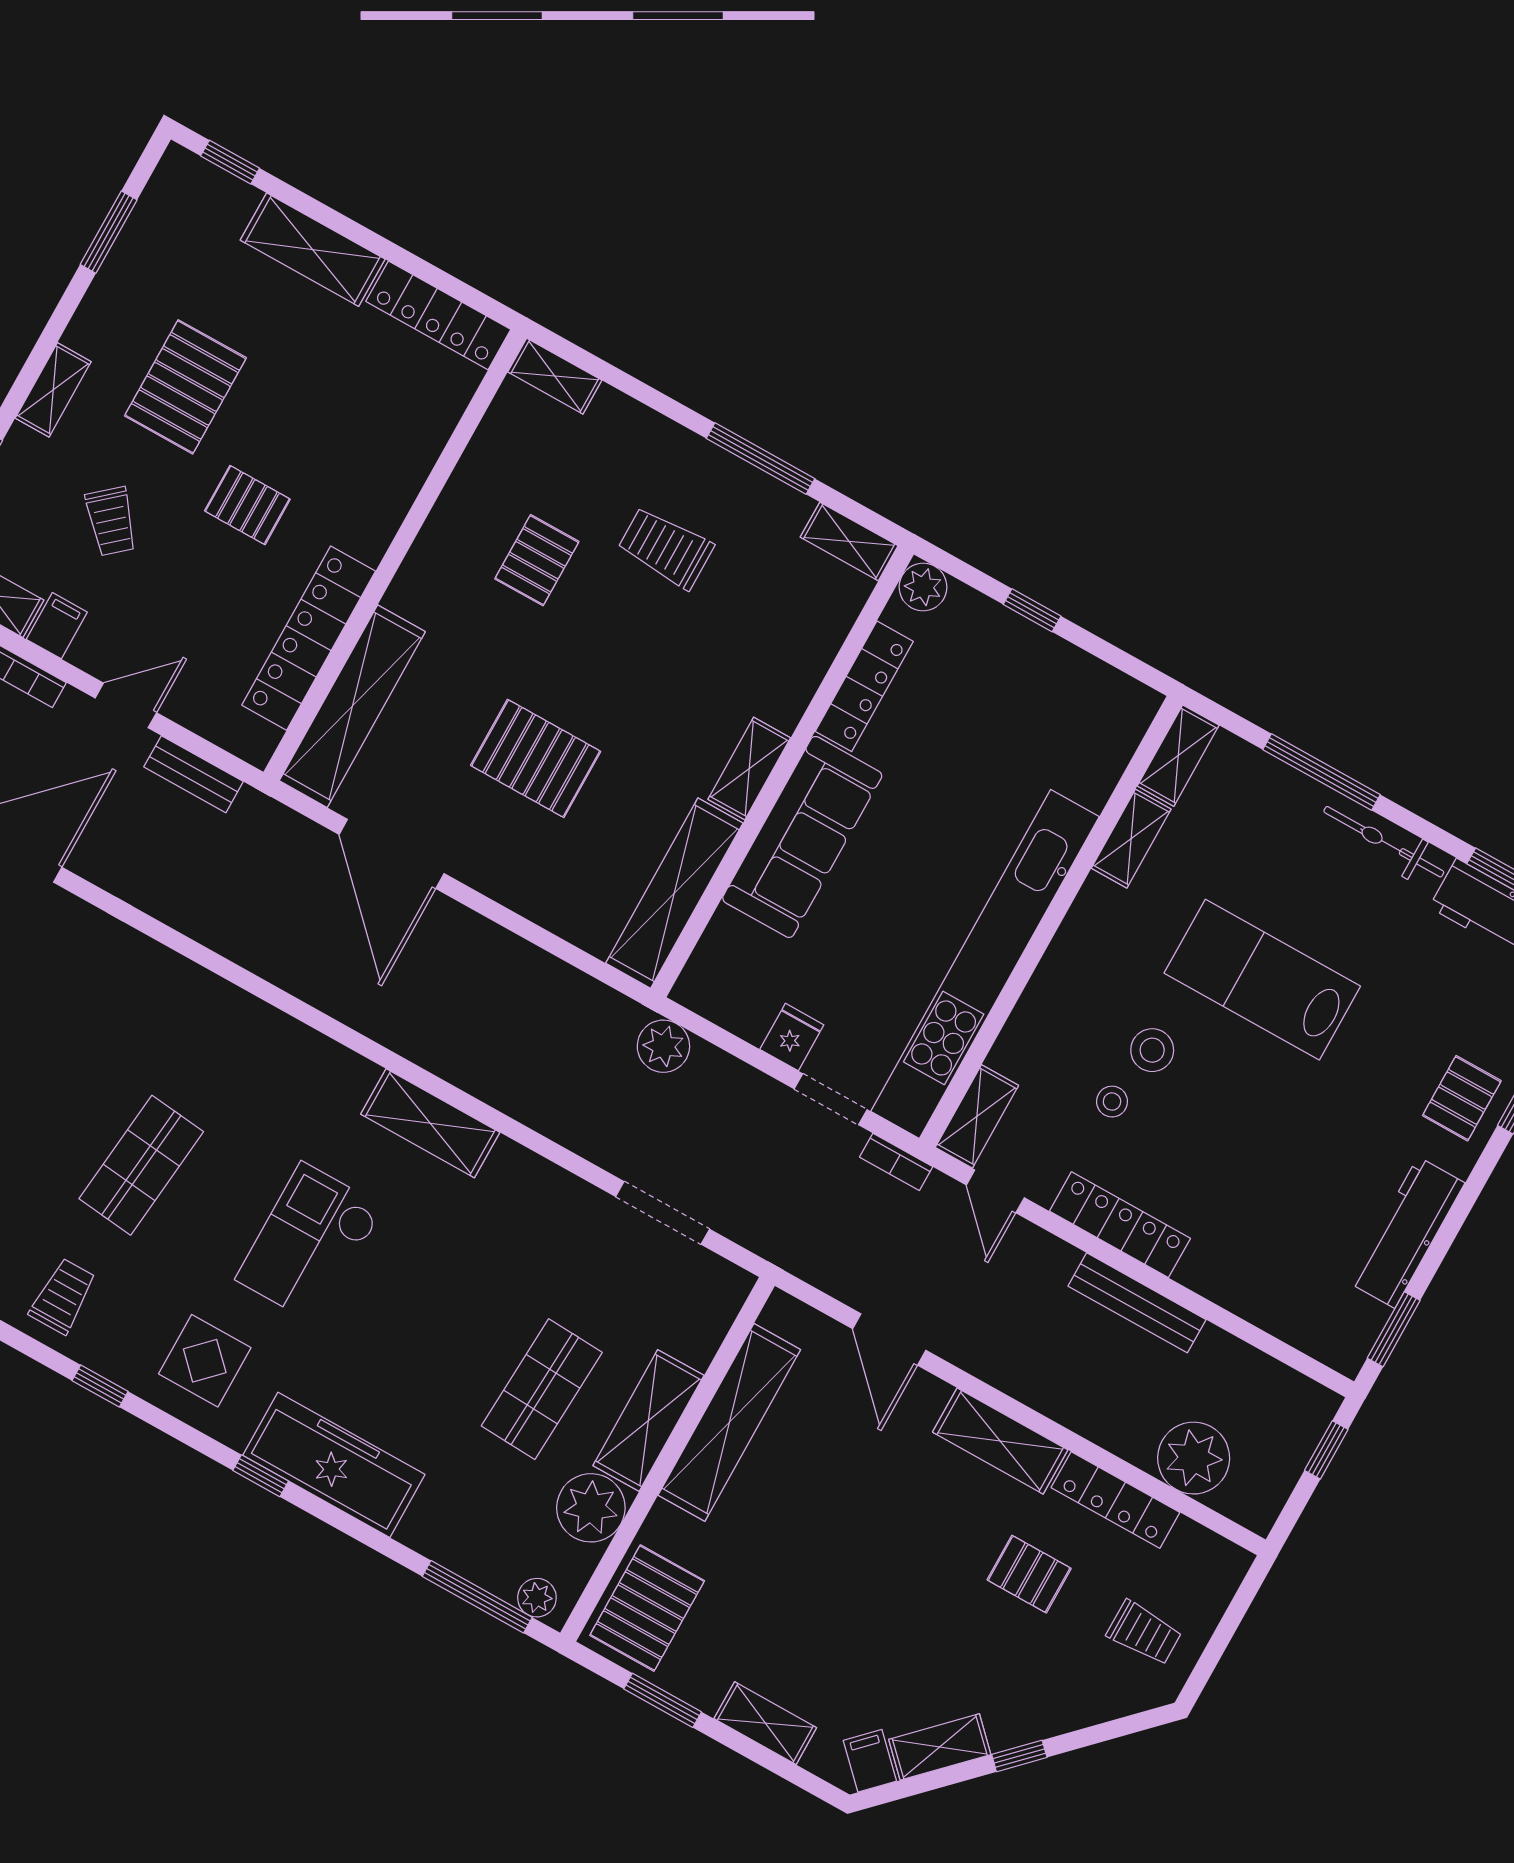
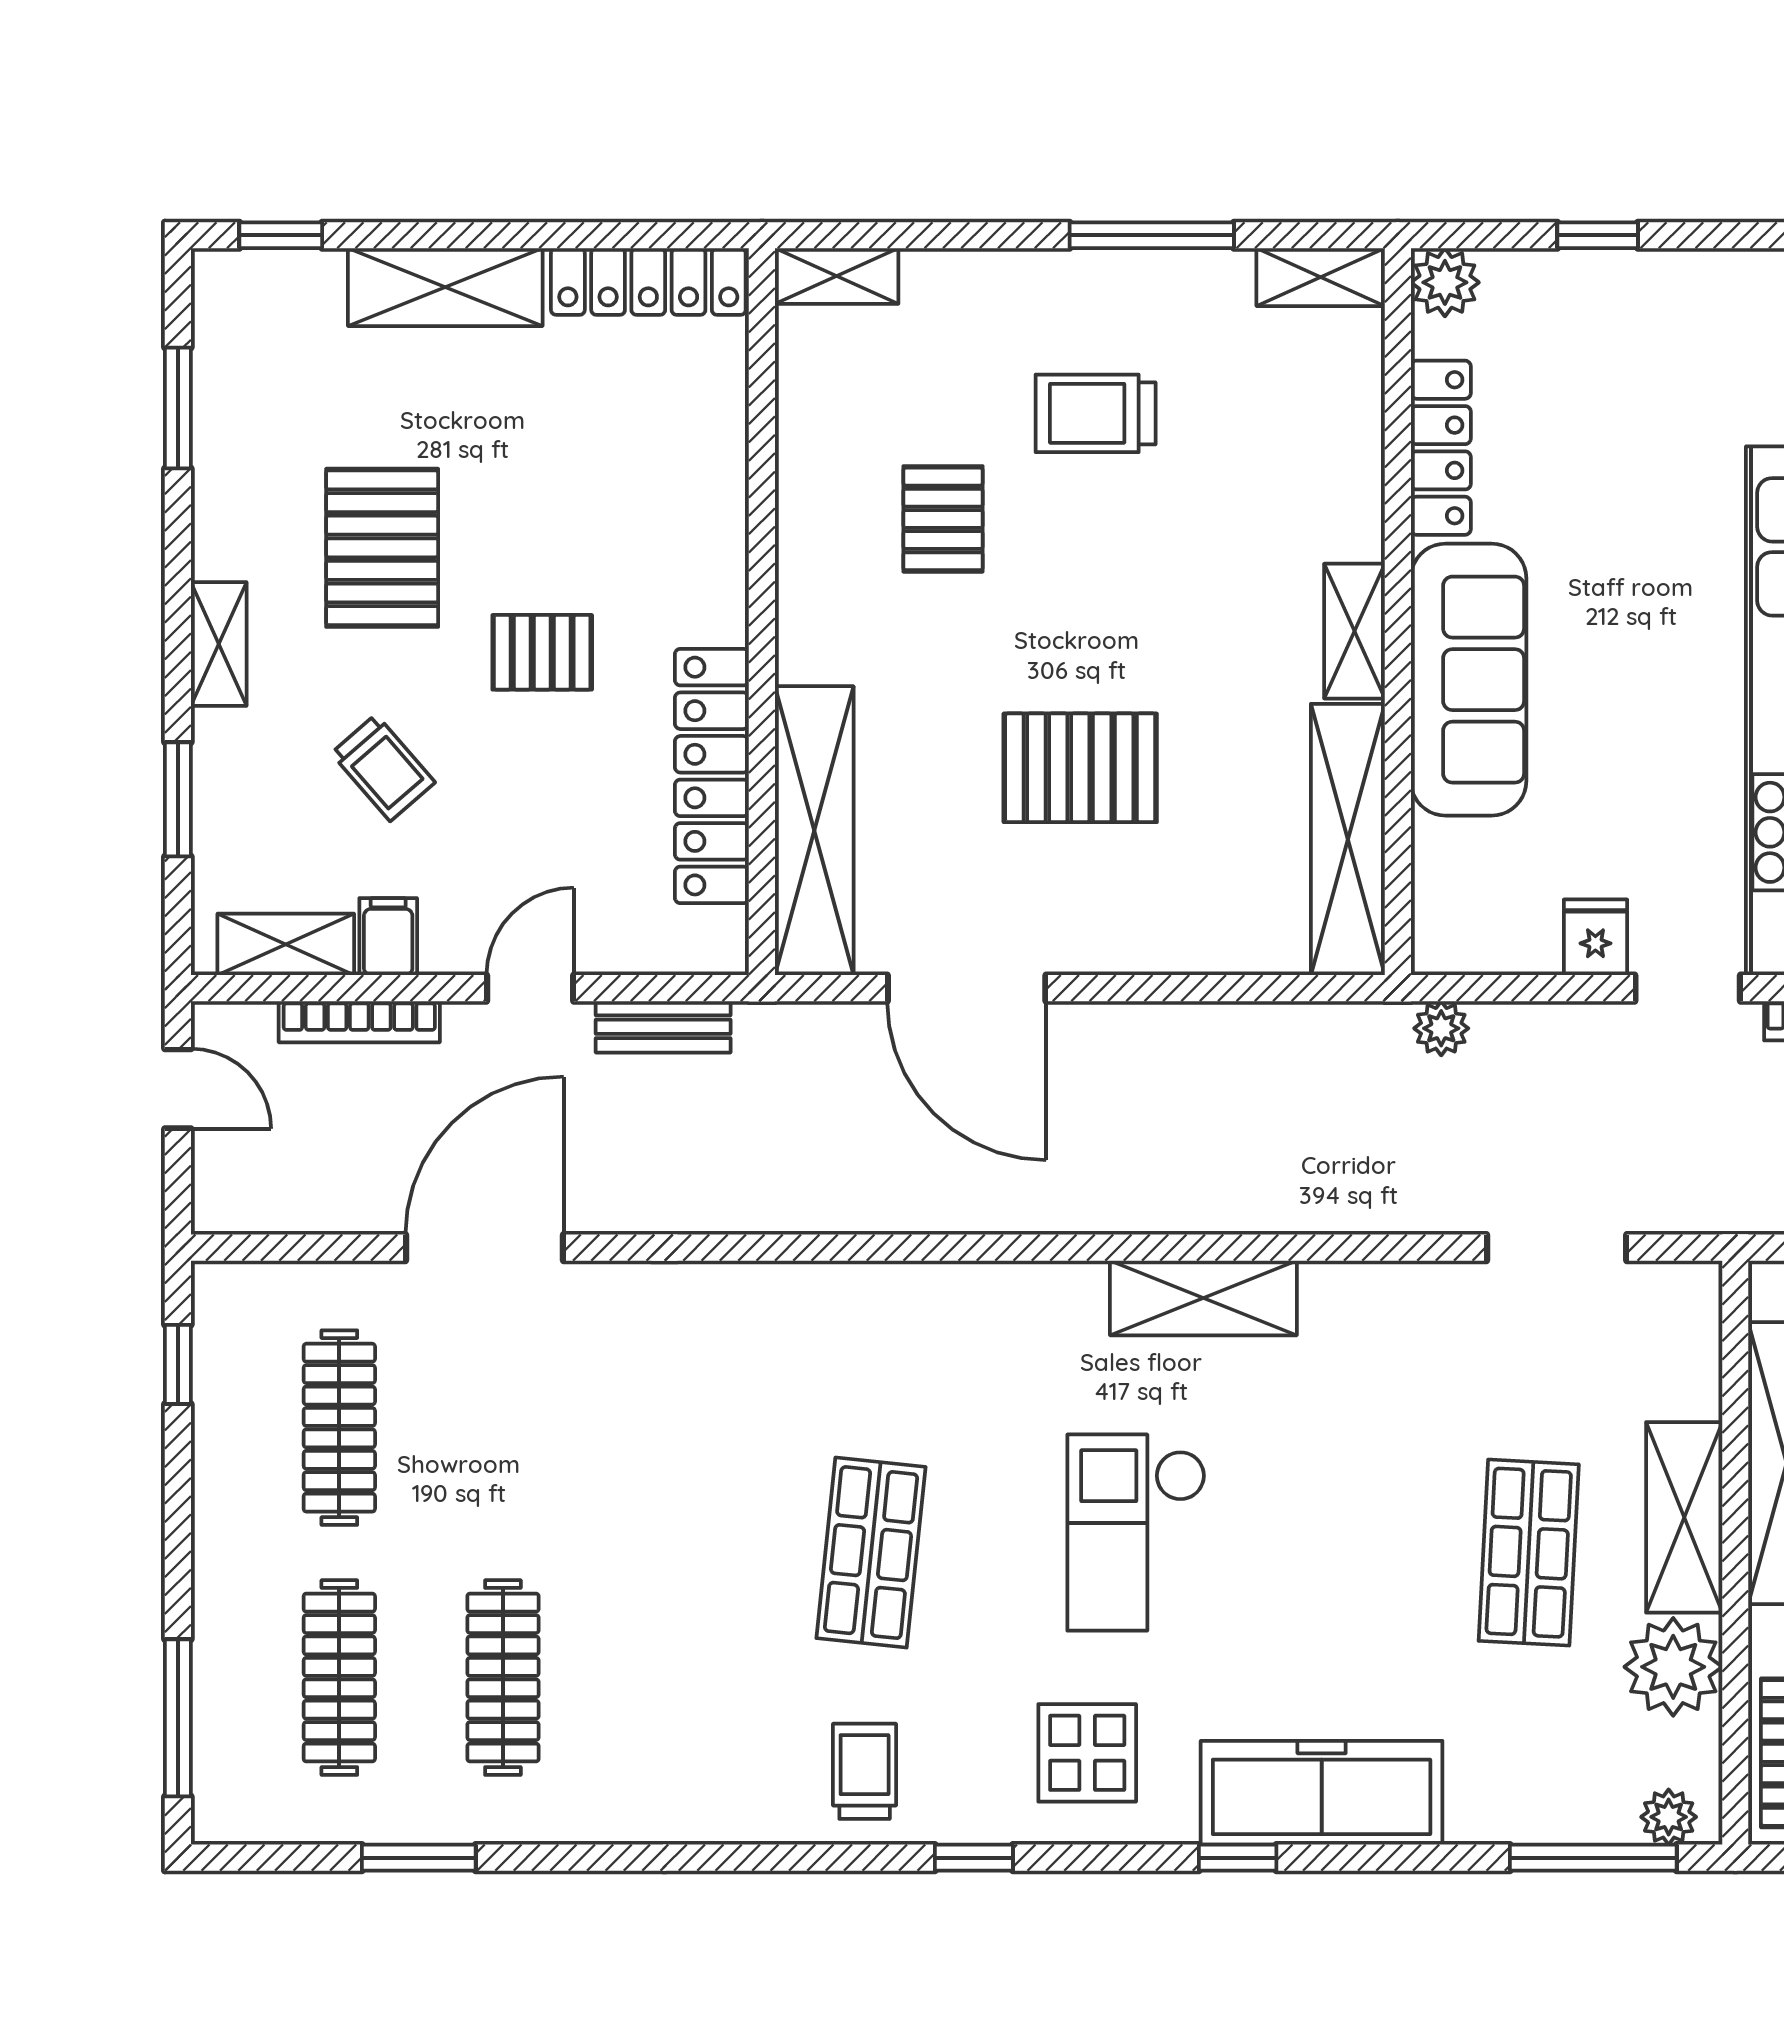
plant: (663, 1046) -> (1441, 1028), width x0.73, depth x0.73

